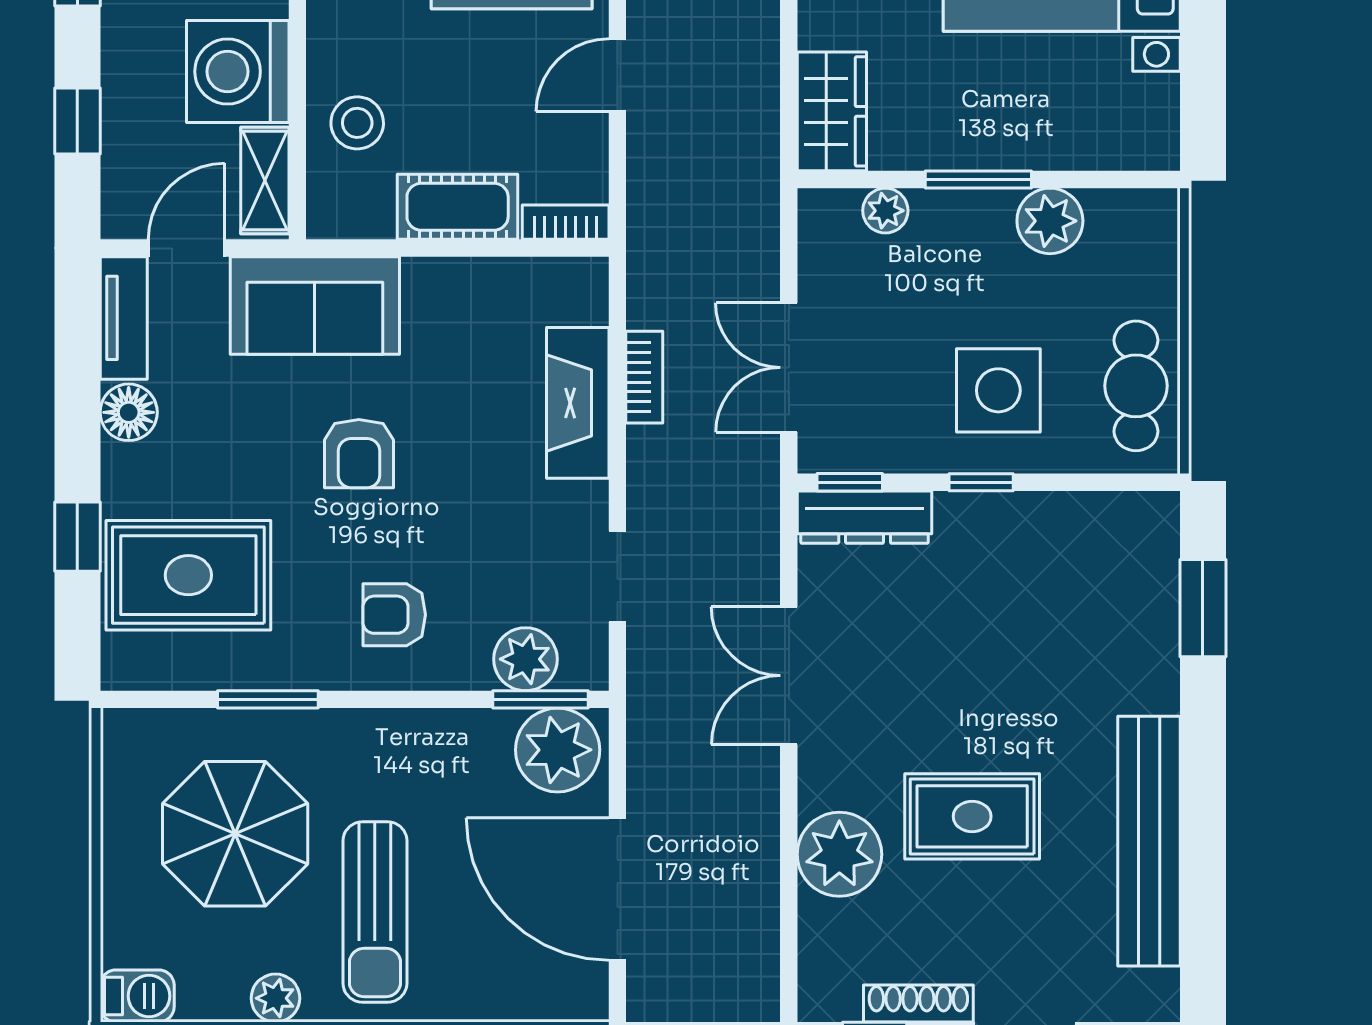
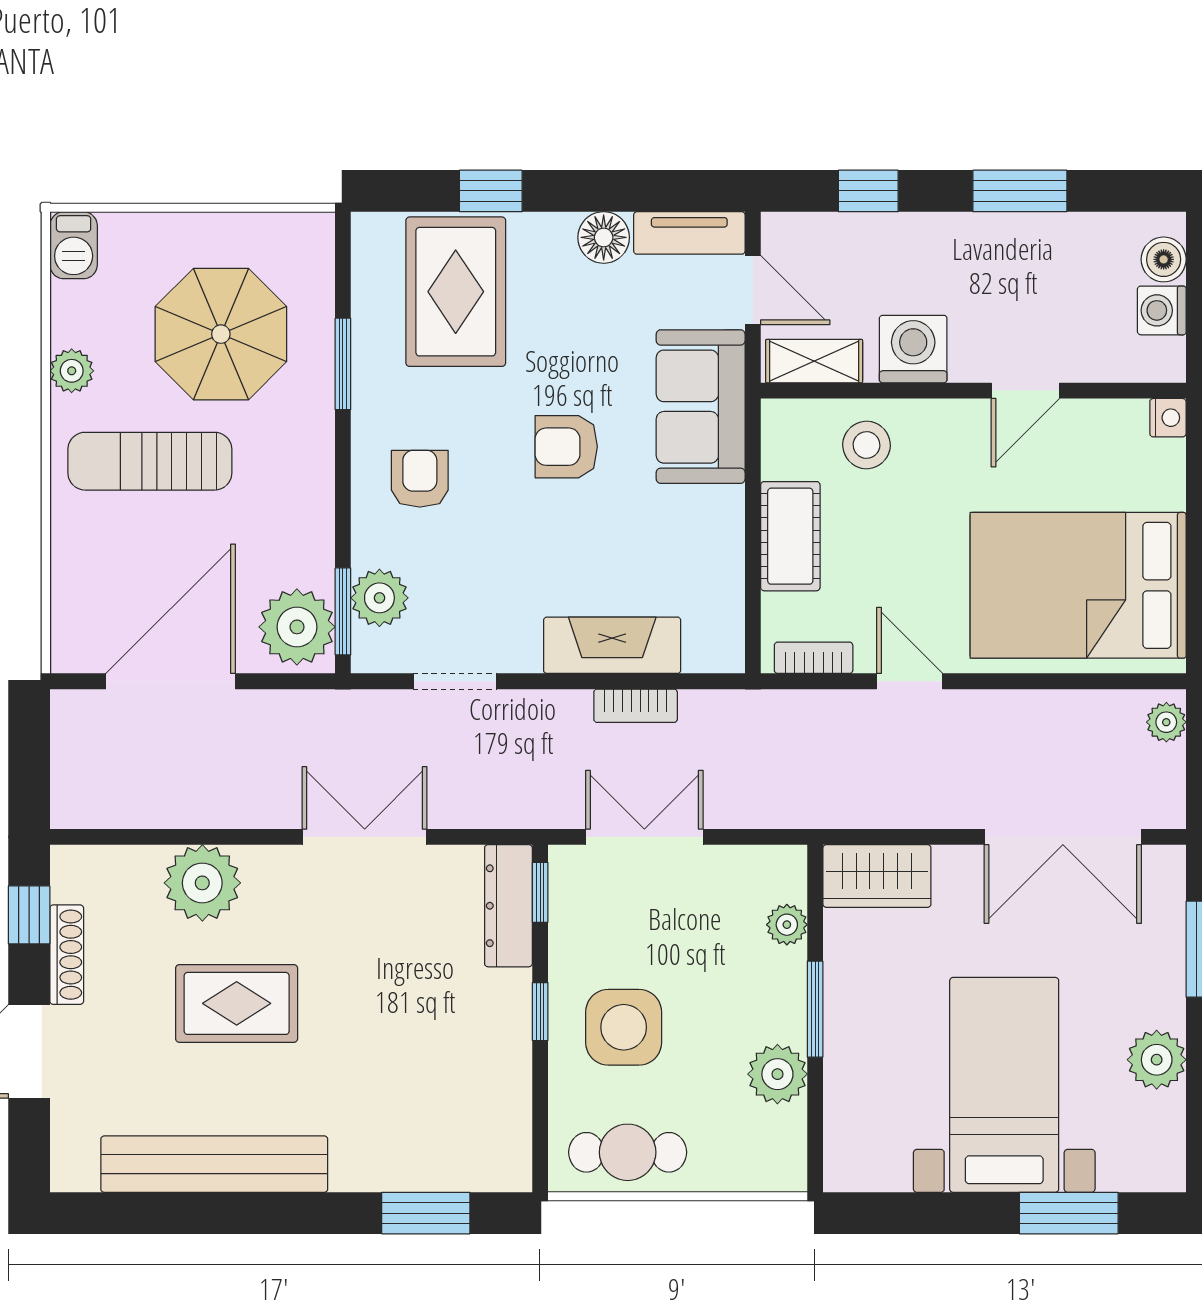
washing machine: (238, 72) -> (913, 349), width x0.73, depth x0.73
bookcase: (566, 222) -> (814, 658), moved, turned -90
rug: (972, 816) -> (237, 1003), turned 90

